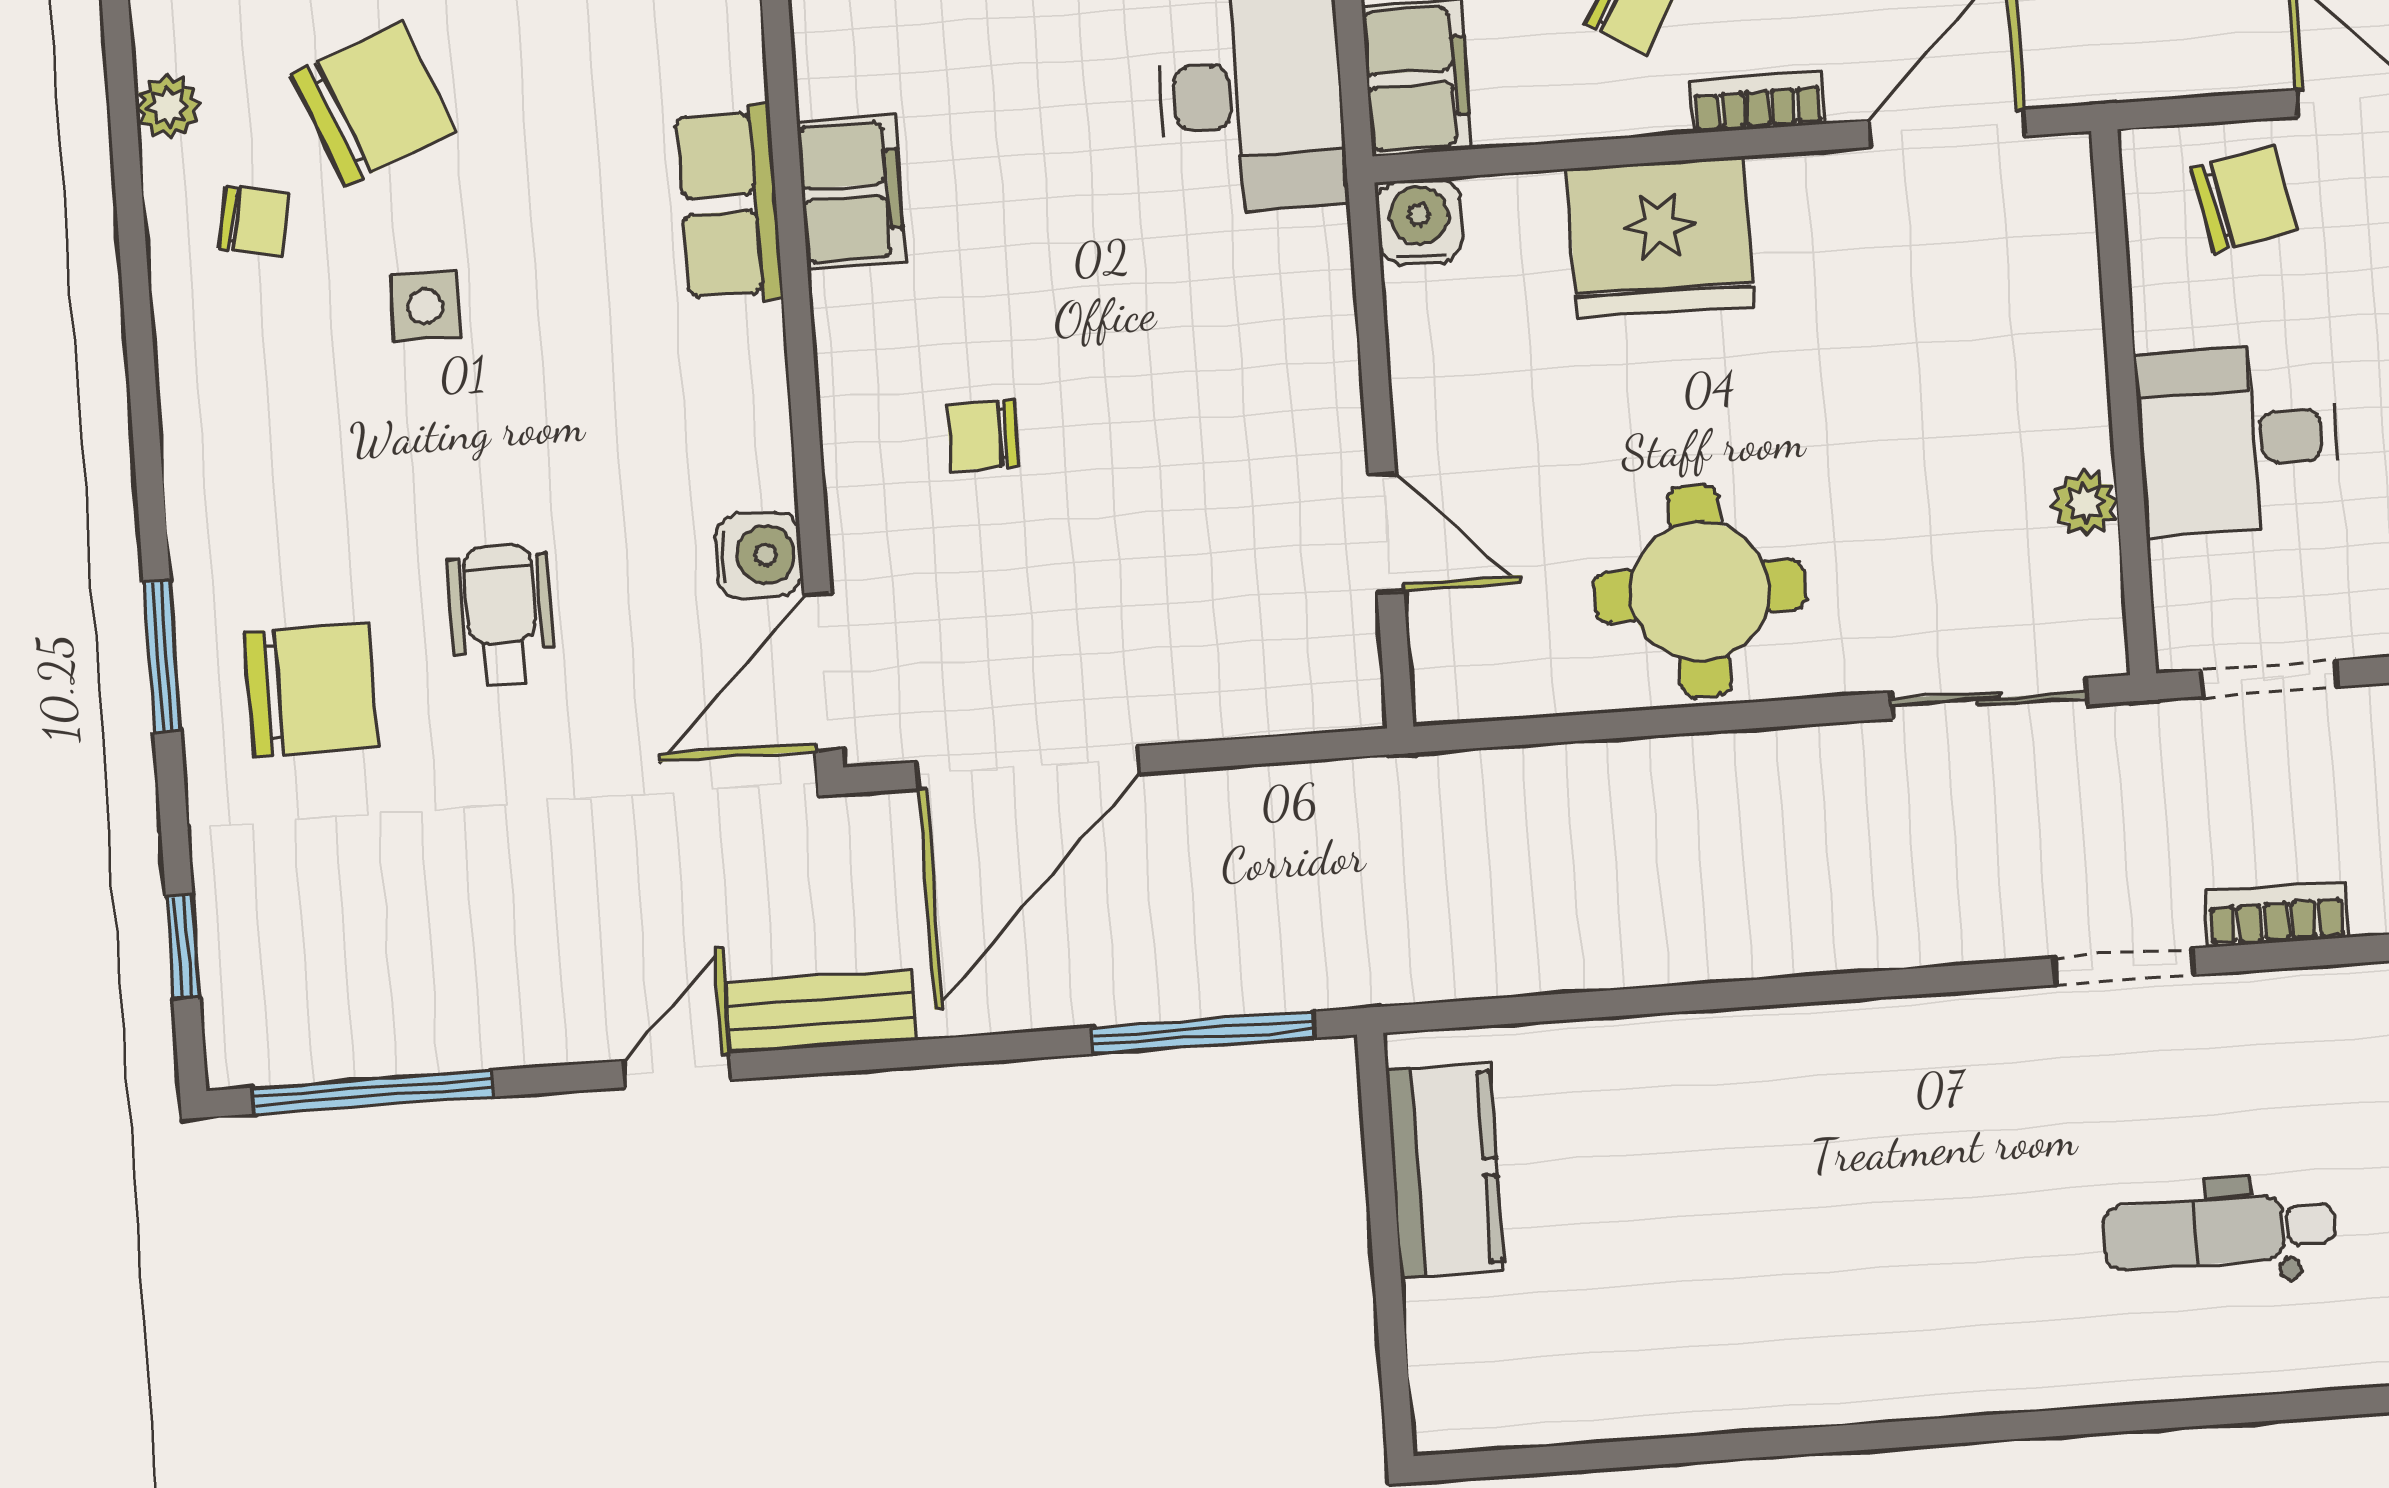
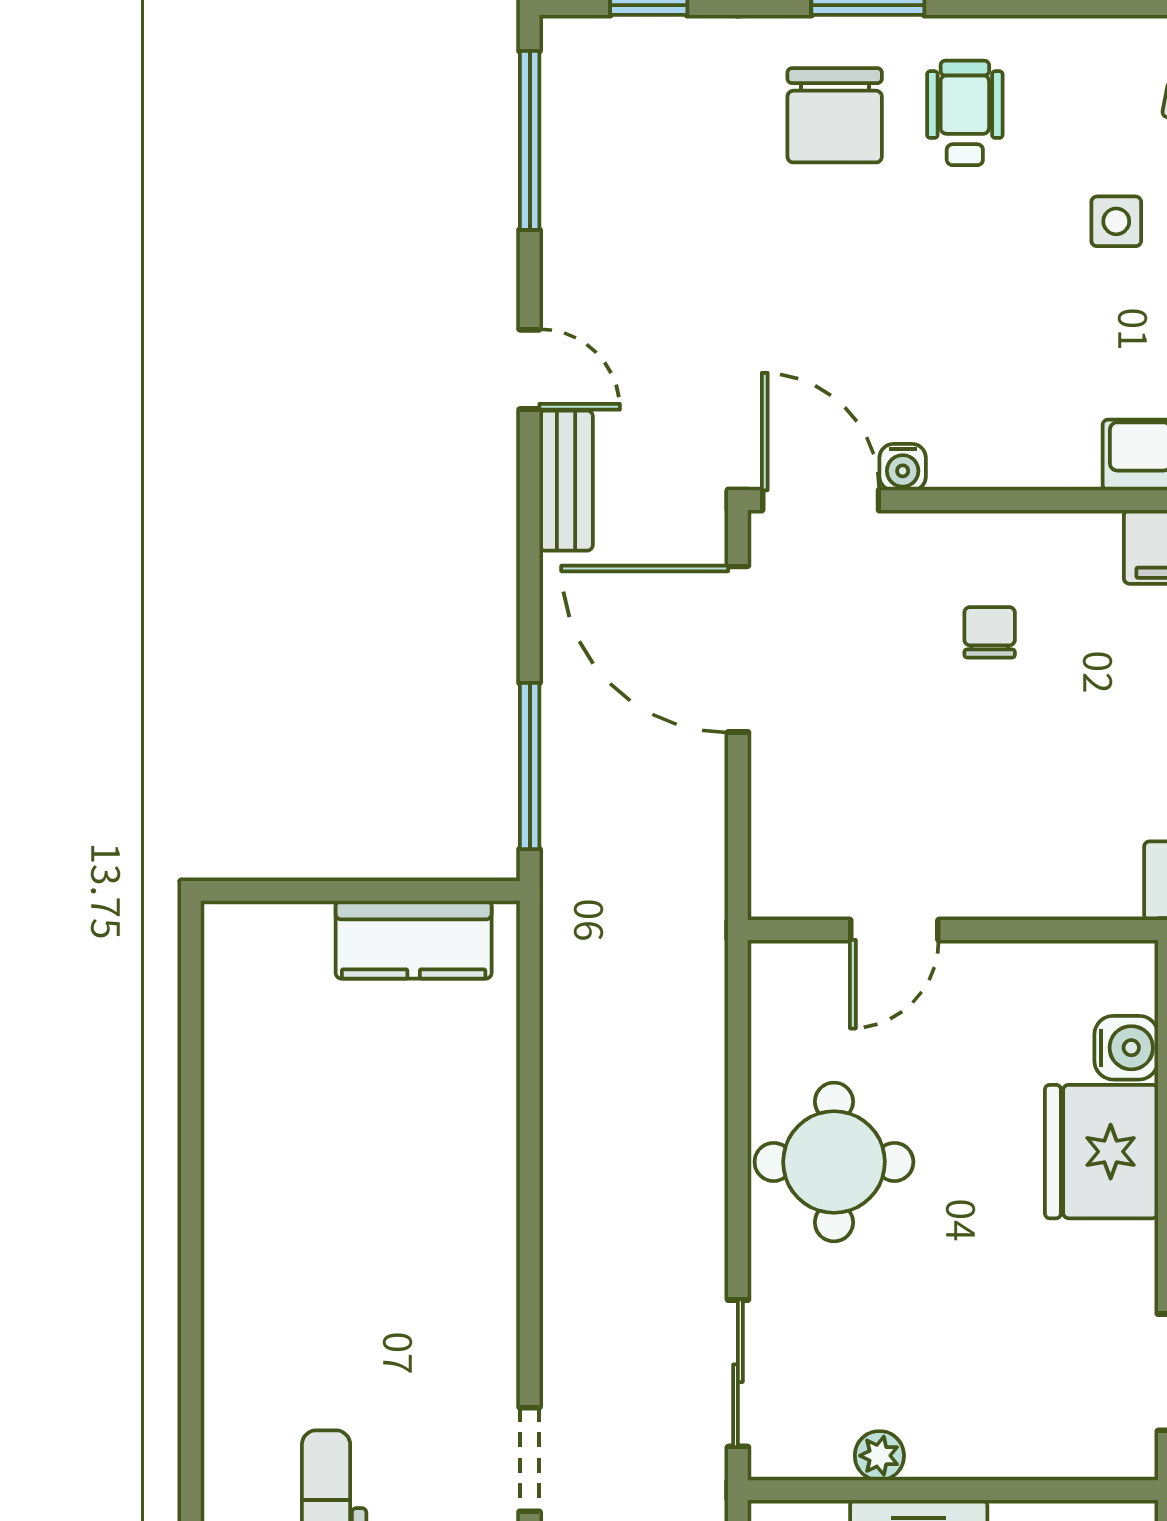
water cooler: (1419, 222) -> (1126, 1048), moved
water cooler: (759, 555) -> (903, 467), width x0.72, depth x0.72
wheelchair: (501, 615) -> (965, 113), moved, turned -90

